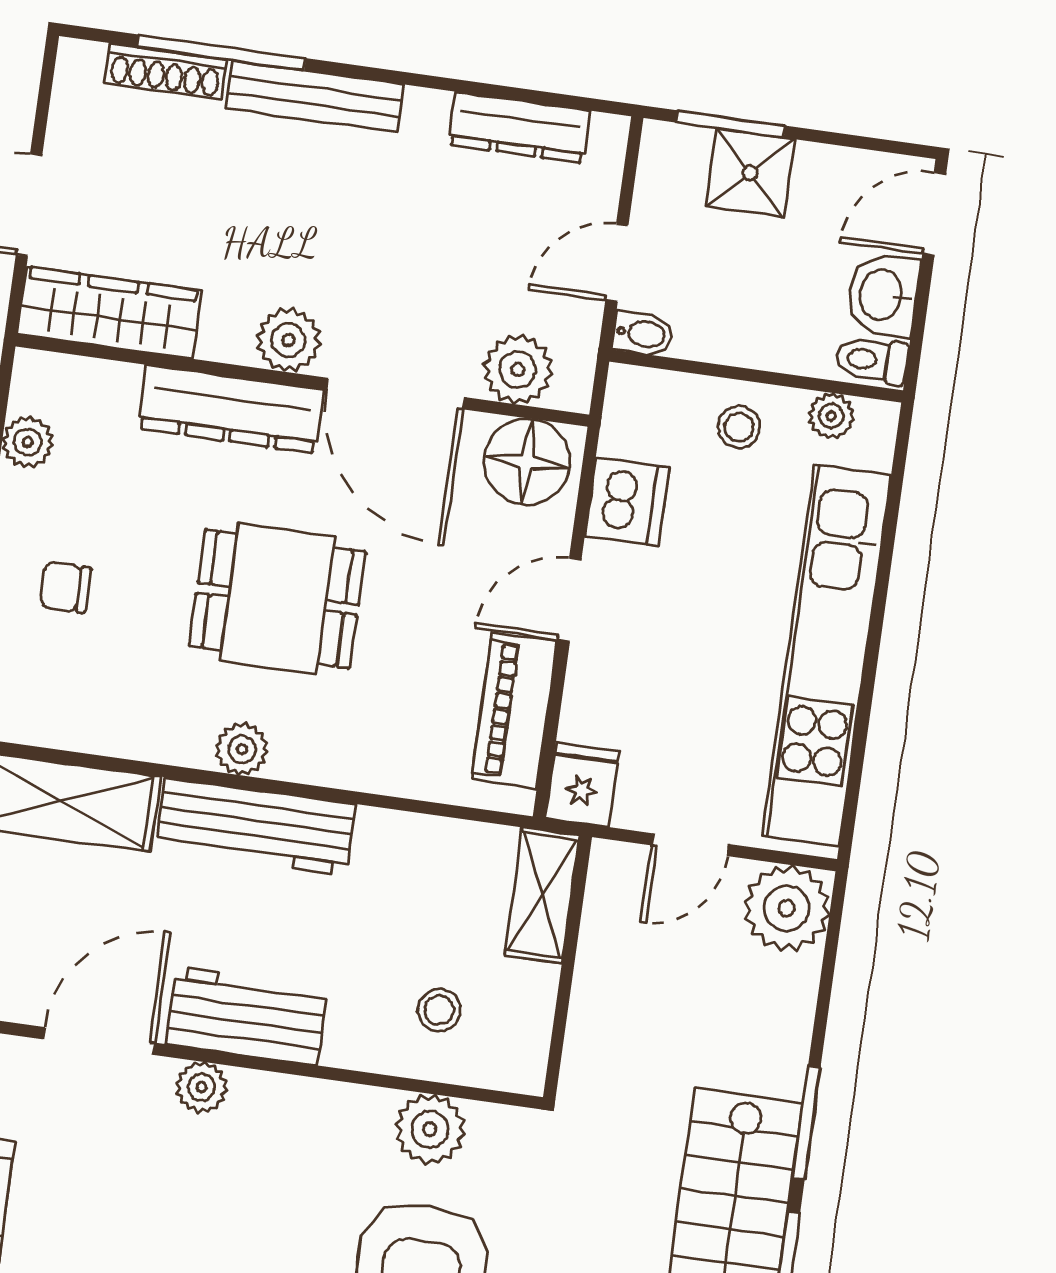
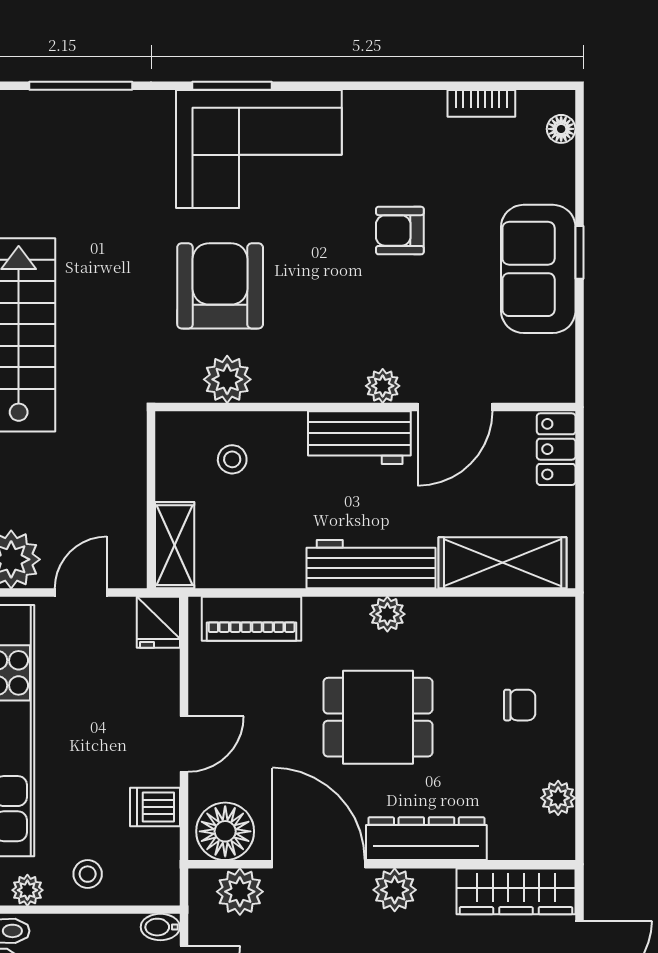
dishwasher: (627, 501) -> (155, 807), width x0.73
piano: (514, 711) -> (252, 619), moved, turned 90

